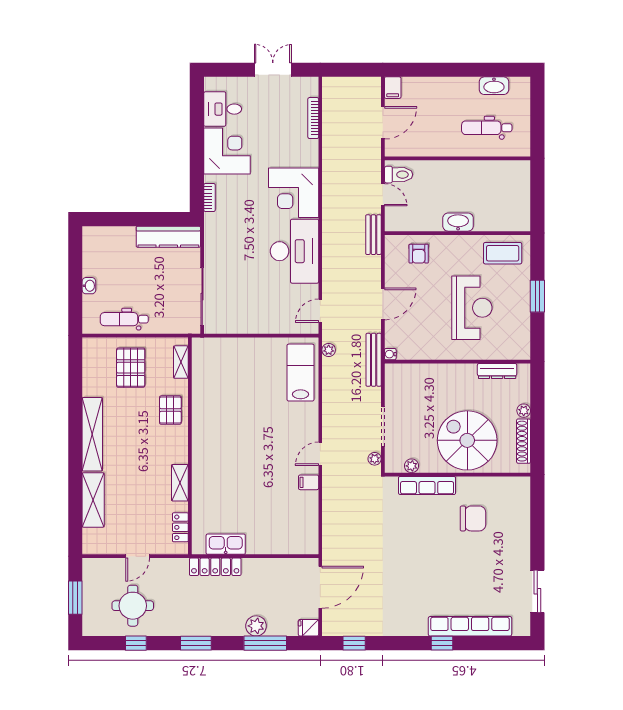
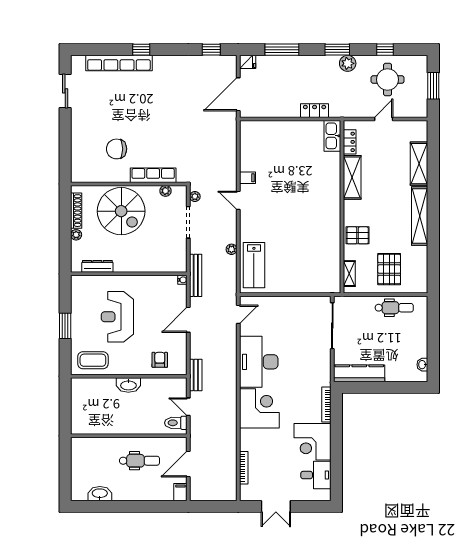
dental chair: (487, 128) -> (139, 461), moved
bookcase: (209, 198) -> (326, 405), width x1.56
washbasin: (89, 286) -> (422, 365), moved
plant: (329, 350) -> (231, 249), moved
pallet: (170, 410) -> (358, 235), turned 90
door: (320, 454) -> (238, 200), swing flipped
shelving: (180, 483) -> (352, 177), width x1.50, depth x1.33
kitchen sink: (226, 544) -> (332, 136), moved, turned 90
locker: (215, 567) -> (315, 111), width x0.66
plant: (256, 626) -> (348, 63), moved

